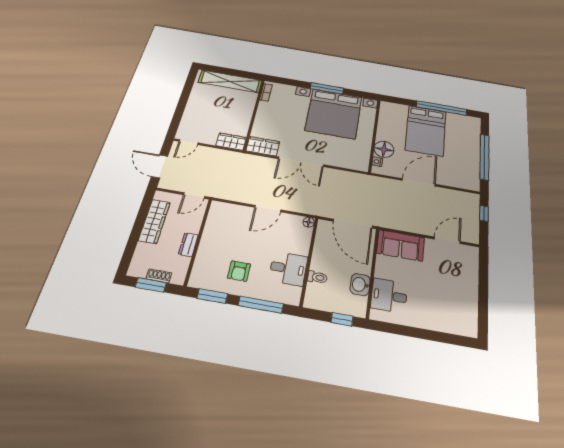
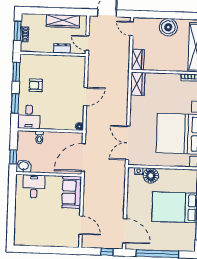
boiler: (198, 104) -> (168, 27), added
double door: (301, 162) -> (128, 143), moved
door: (419, 182) -> (125, 231), moved
door: (268, 209) -> (85, 96), swing flipped
dresser: (188, 245) -> (62, 48), moved
desk: (288, 269) -> (29, 117), moved
washbasin: (360, 285) -> (24, 166), moved
window: (261, 305) -> (15, 104), width x0.69

